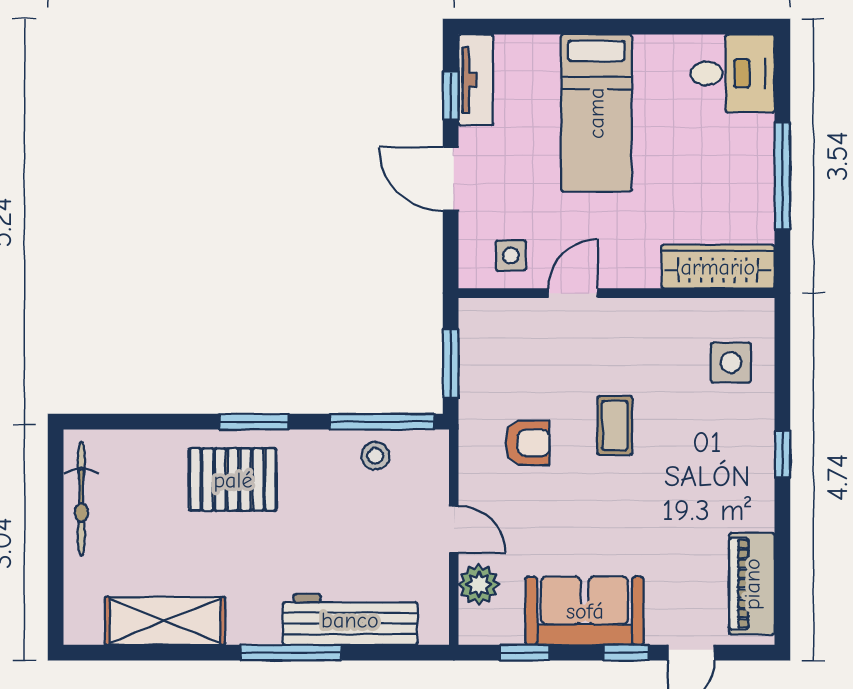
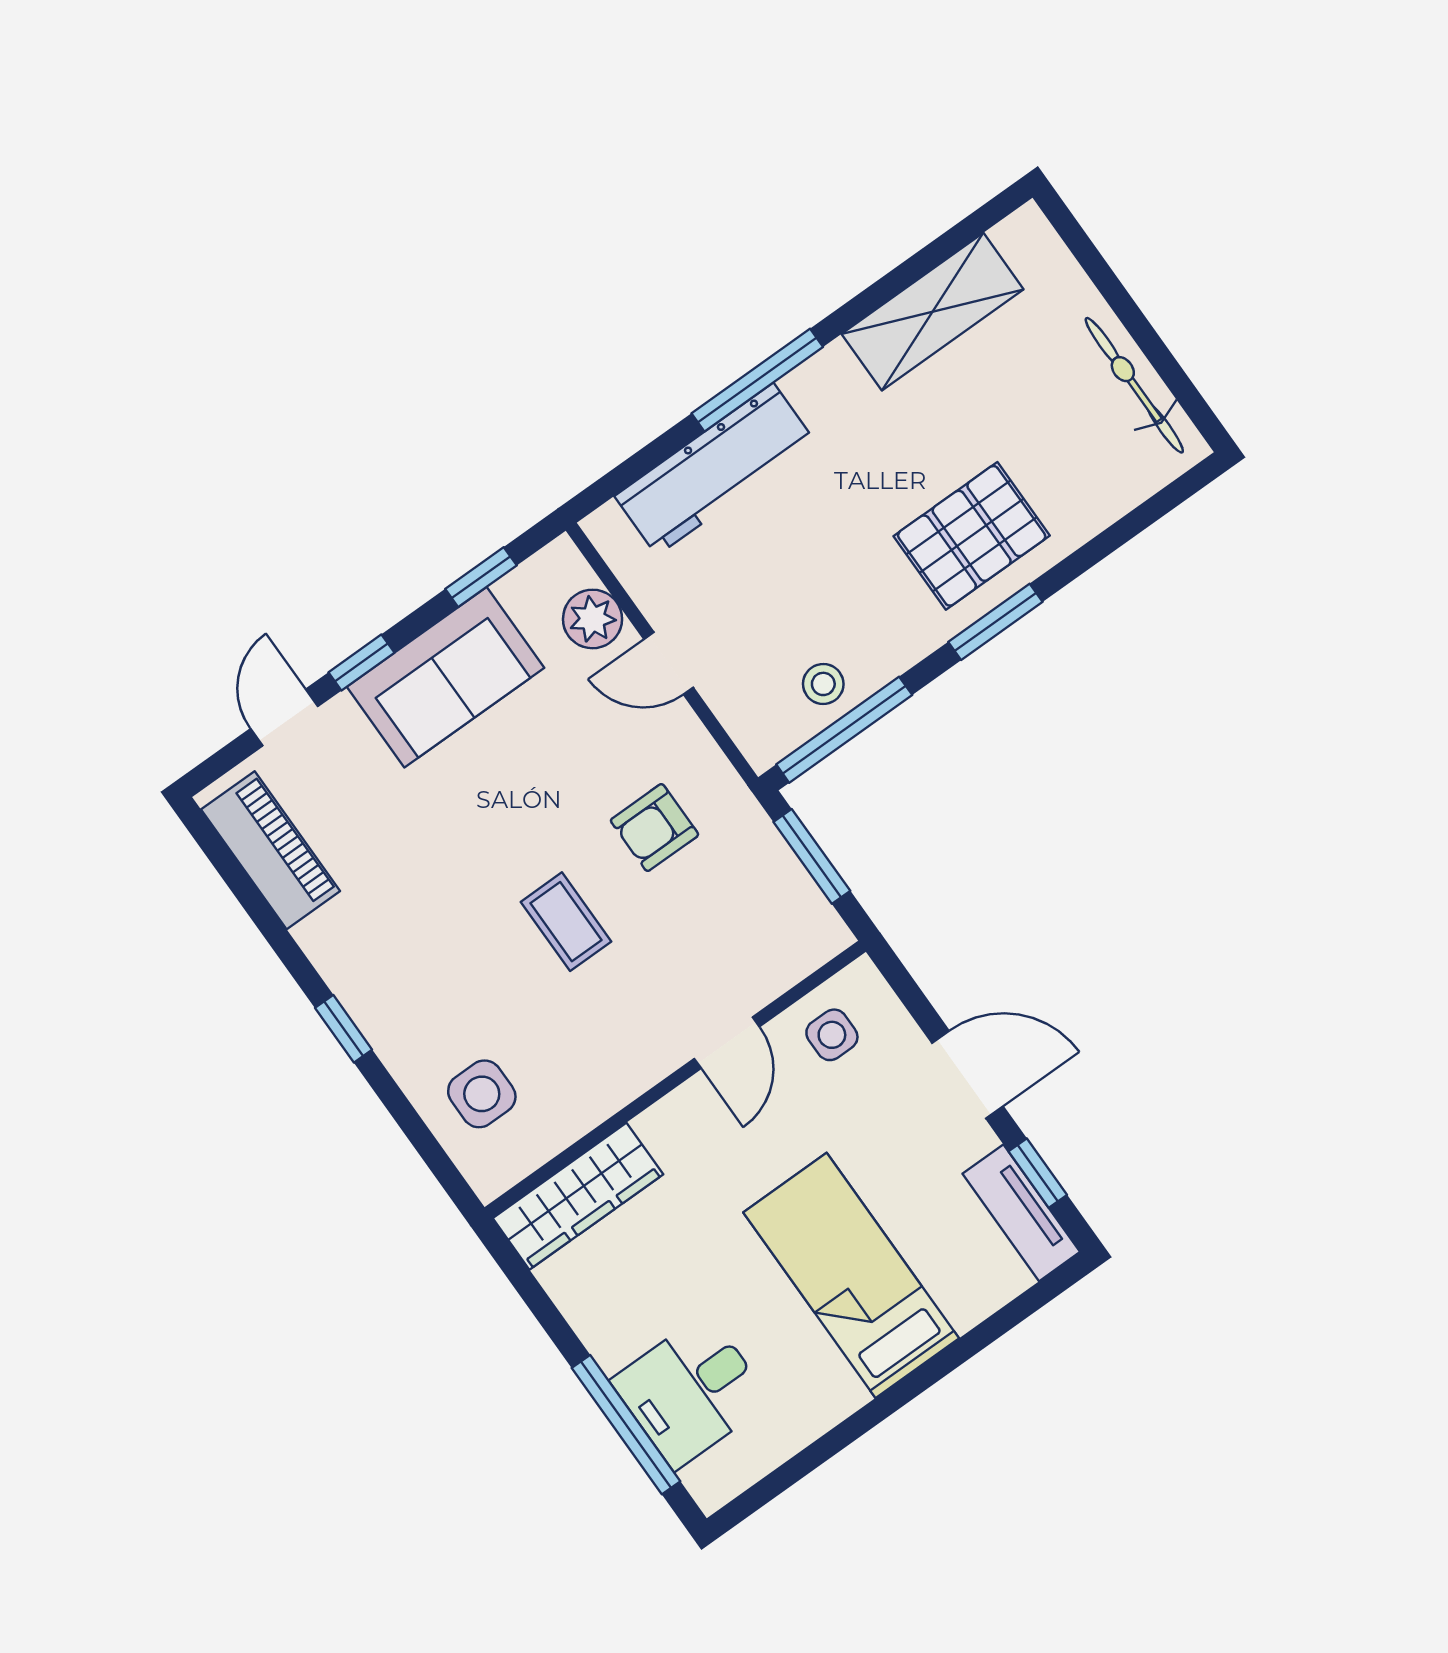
desk: (733, 73) -> (691, 1391), moved
window: (782, 176) -> (626, 1425), moved

